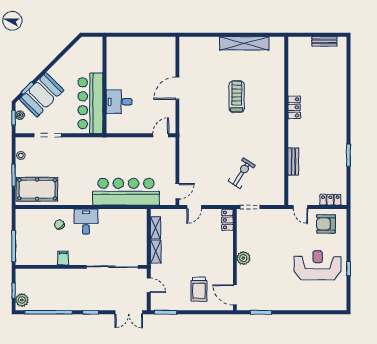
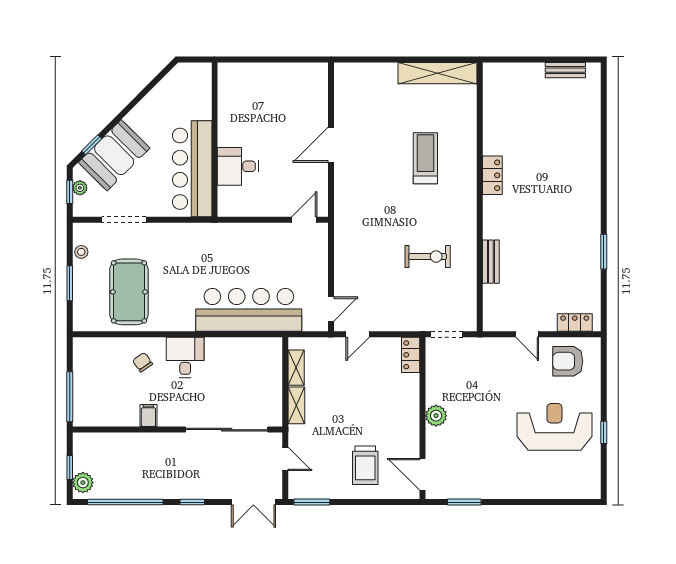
locker: (294, 107) -> (492, 175), moved
wall: (286, 121) -> (480, 197), moved
bench: (293, 162) -> (491, 262), moved
exercise bike: (242, 173) -> (428, 257), moved, turned 57
pool table: (37, 189) -> (129, 292), moved, turned 90

